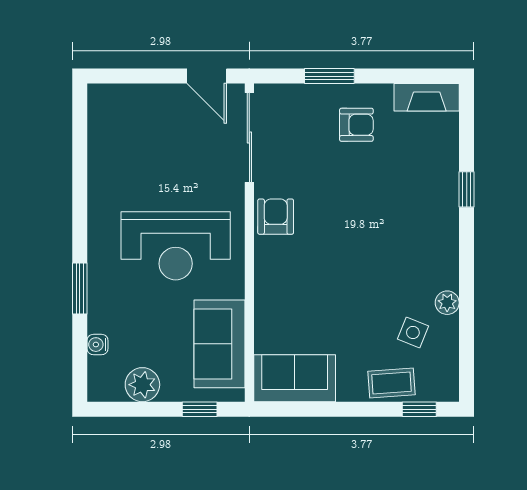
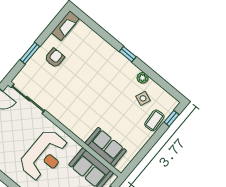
window: (467, 189) -> (128, 54), moved
armchair: (276, 217) -> (63, 112), removed
sofa: (295, 378) -> (106, 147), moved, turned 90

